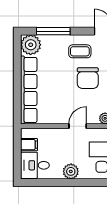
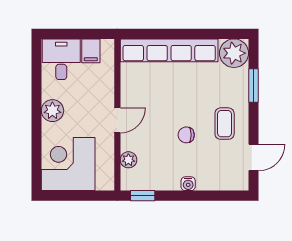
window: (53, 31) -> (254, 85), width x0.69
chair: (88, 78) -> (186, 135), width x0.54, depth x0.54
door: (78, 126) -> (117, 120), hinge flipped

